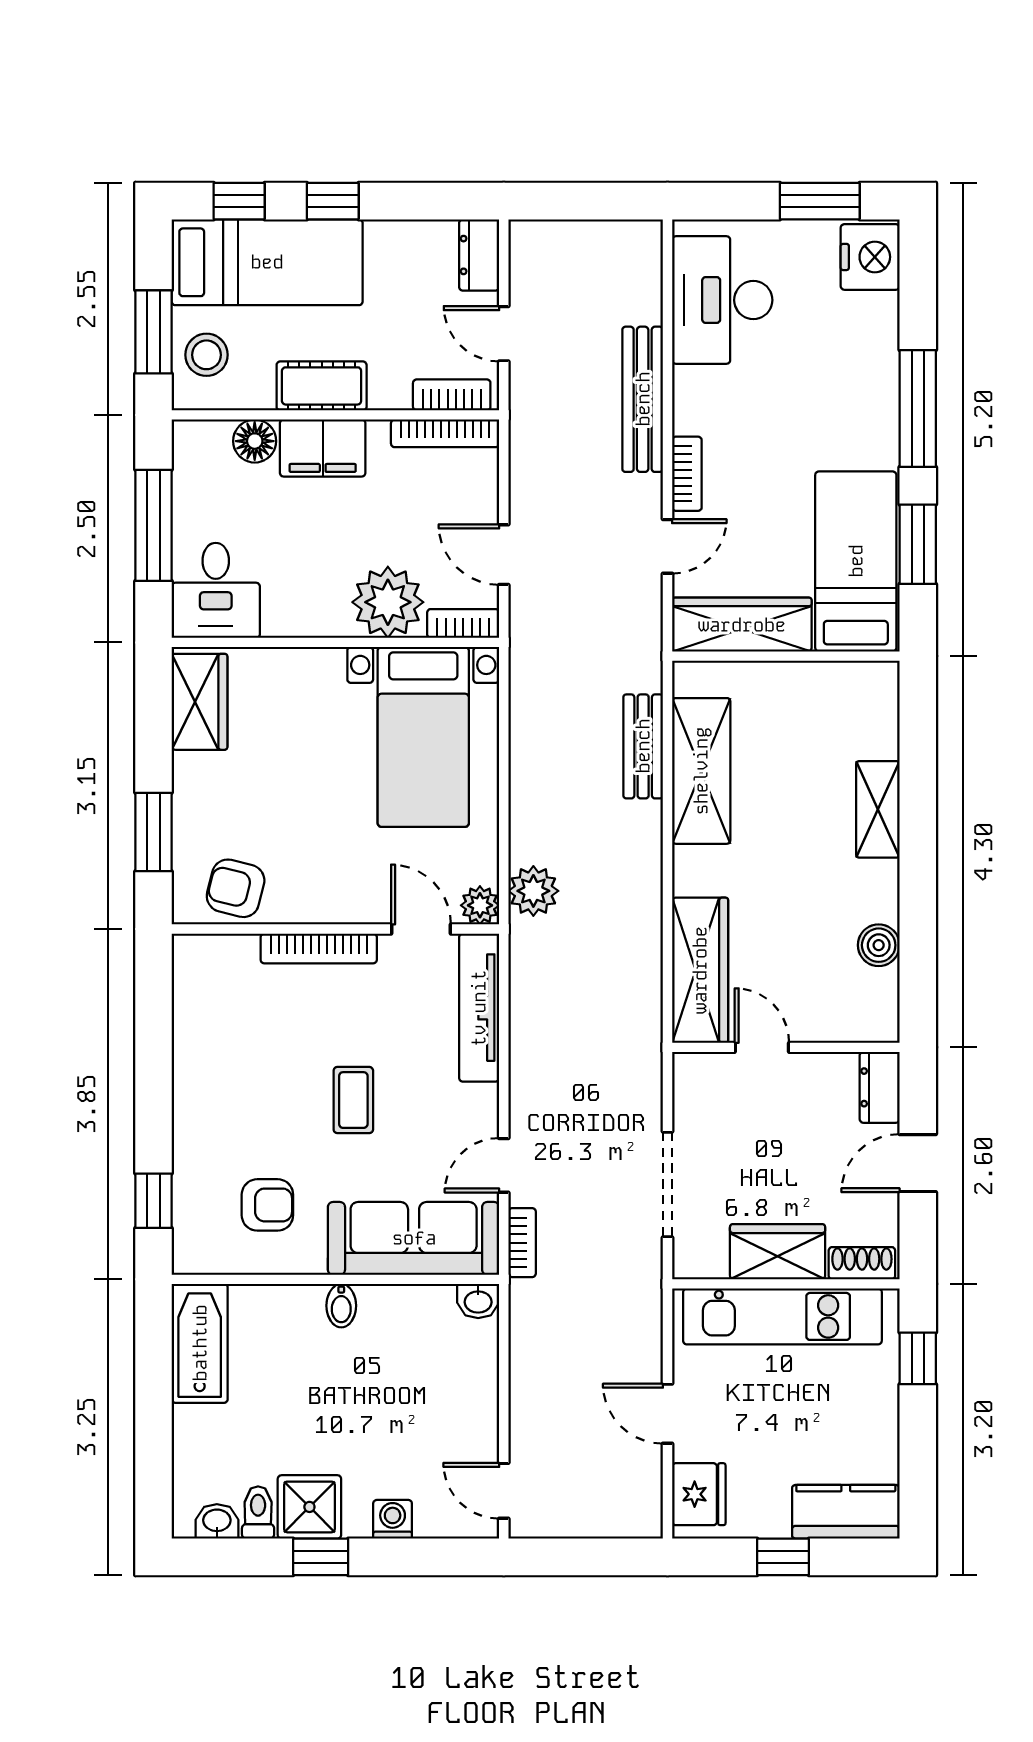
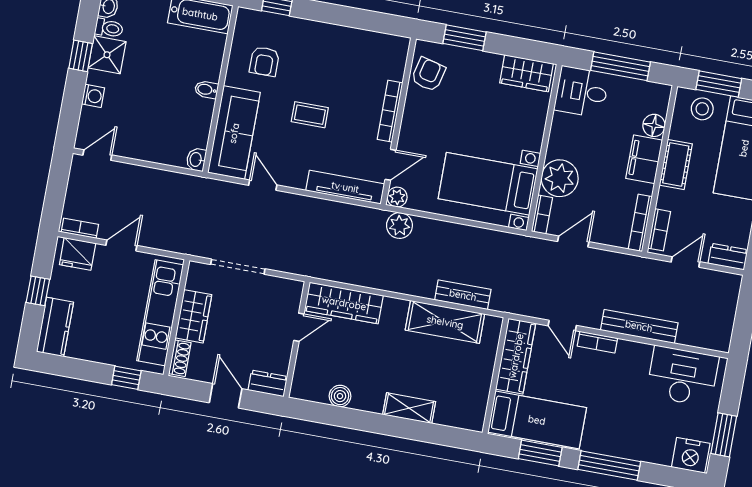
bookcase: (522, 1243) -> (80, 228), moved, turned 180

